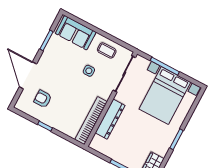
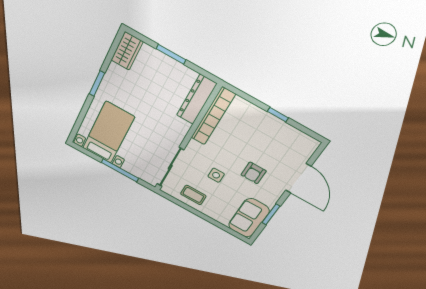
sofa: (76, 33) -> (249, 218), moved, turned -90
bed with nightstands: (165, 96) -> (108, 133), width x0.73
armchair: (43, 99) -> (254, 173), moved, turned 90
dresser: (110, 119) -> (197, 99), moved

